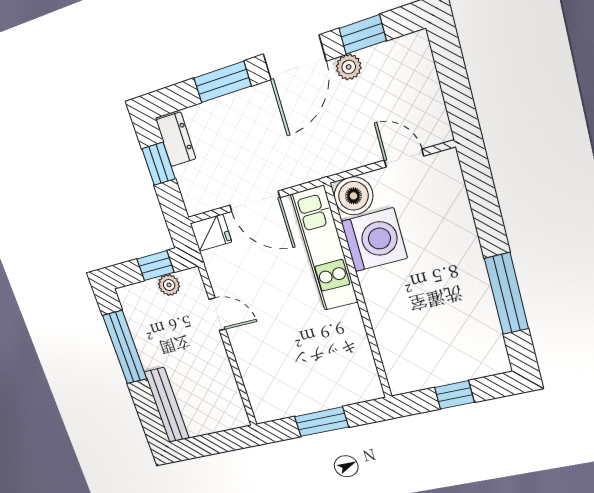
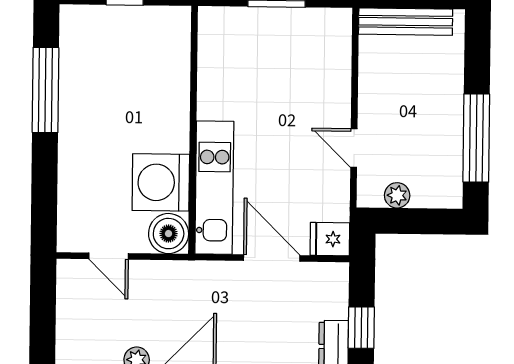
window: (155, 266) -> (405, 221), removed
bench: (167, 405) -> (406, 22), moved, turned 90

